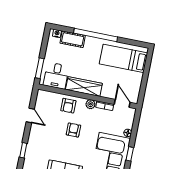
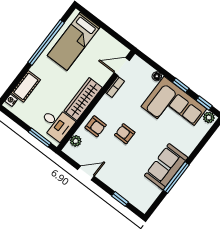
window: (96, 35) -> (46, 42), moved
plant: (90, 104) -> (76, 141), moved

